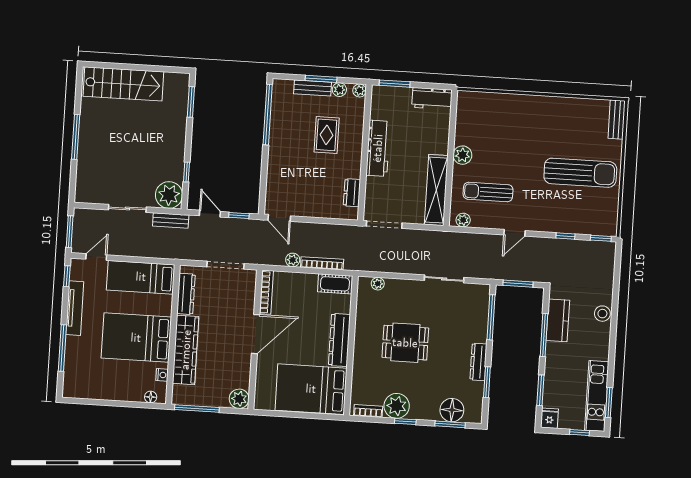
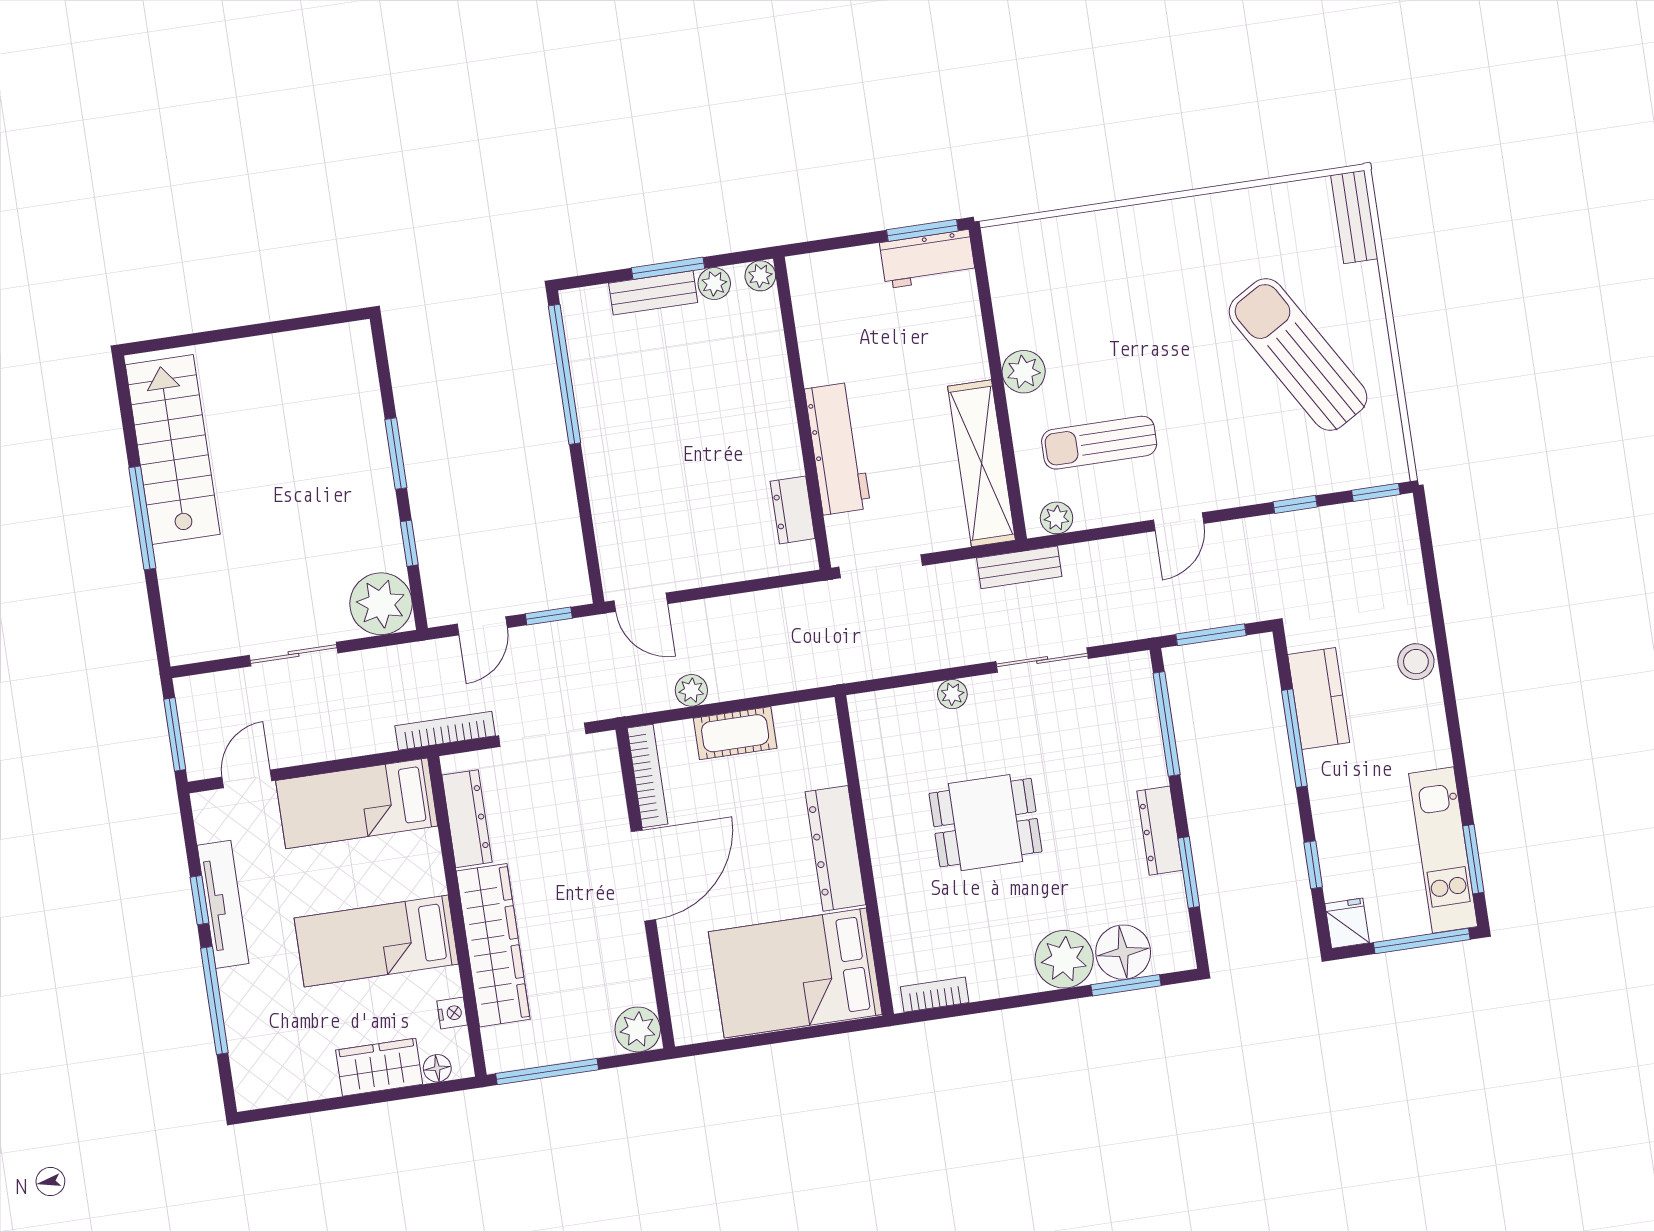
stairs: (123, 84) -> (173, 450), moved, turned -90
window: (395, 84) -> (922, 230), moved
window: (191, 102) -> (396, 454), moved
rug: (327, 135) -> (707, 392), removed
workbench: (378, 148) -> (838, 449), moved
sun lounger: (580, 173) -> (1298, 355), turned -121
door: (210, 214) -> (482, 626), swing flipped
bench: (171, 220) -> (1019, 567), moved
bookcase: (322, 263) -> (445, 731), moved
window: (67, 276) -> (199, 900), moved
cot: (335, 284) -> (735, 733), moved
plant: (378, 284) -> (952, 694), moved
bed: (136, 338) -> (376, 941), width x0.67
window: (540, 390) -> (1313, 865), width x0.67
wardrobe: (126, 391) -> (379, 1067), added
plant: (397, 406) -> (1064, 959), moved
window: (405, 422) -> (1024, 1000), removed
window: (579, 433) -> (1422, 941), width x2.17

